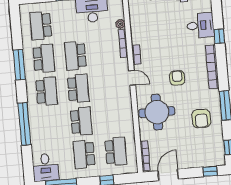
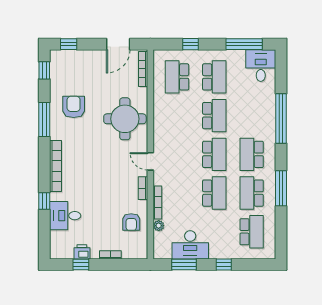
armchair: (177, 78) -> (131, 222), moved
school desk: (78, 89) -> (214, 154), turned 180
school desk: (81, 121) -> (214, 116), turned 180

